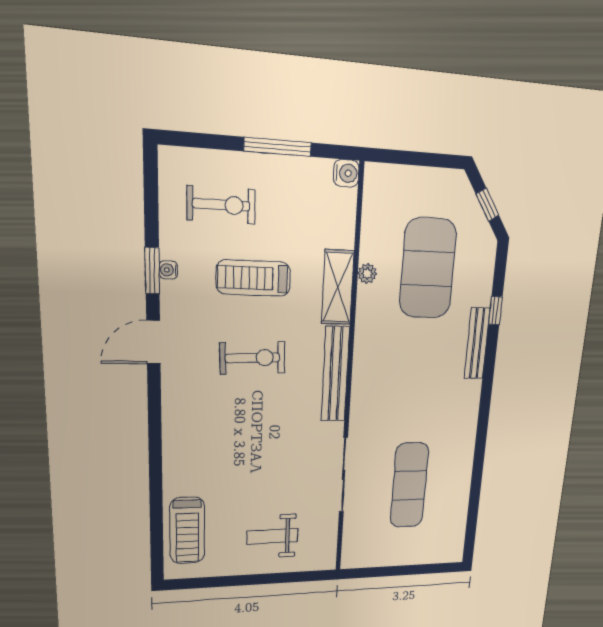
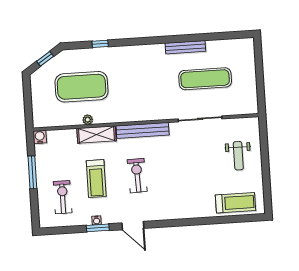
bench: (477, 343) -> (185, 47), moved

